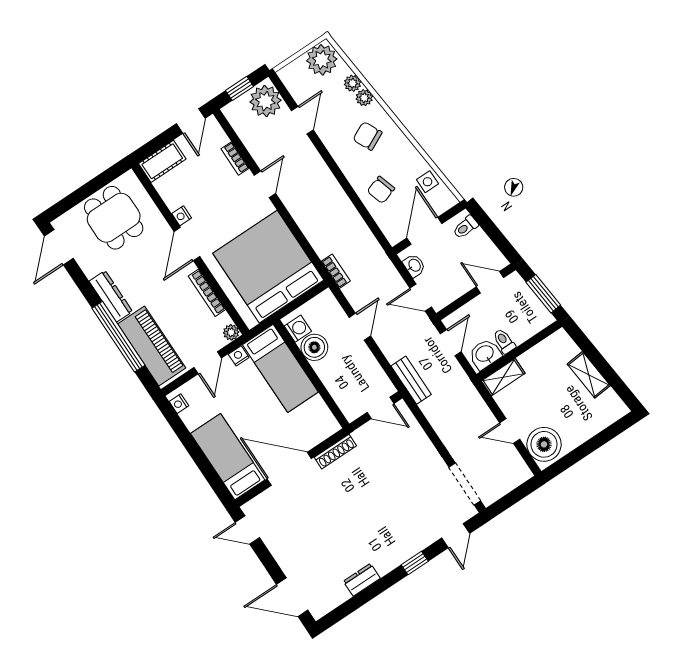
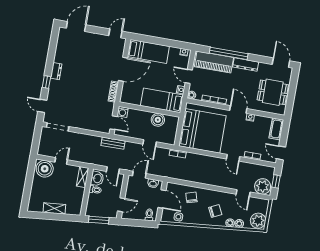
washing machine: (298, 329) -> (123, 112), moved
door: (380, 408) -> (114, 123), swing flipped
dresser: (362, 580) -> (56, 71), moved

